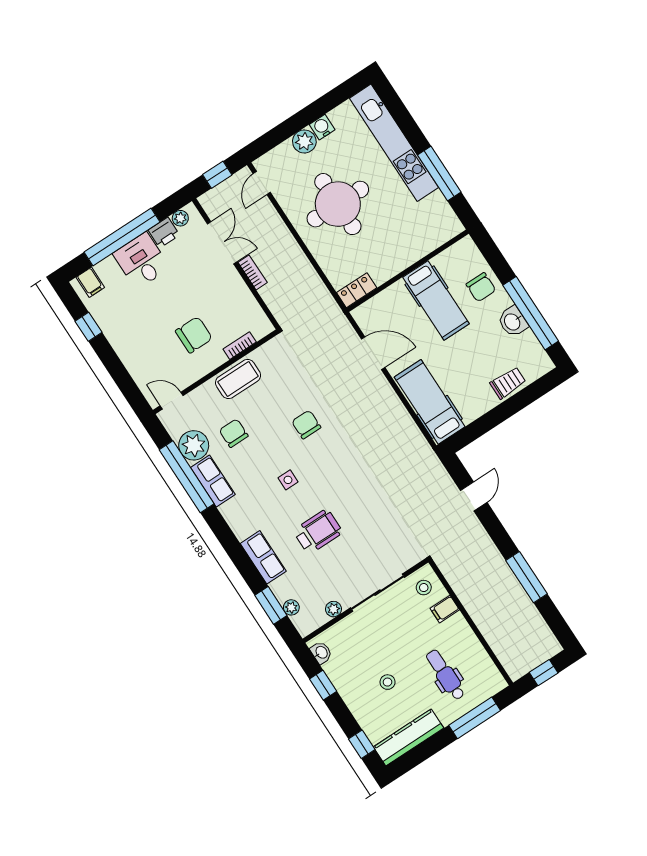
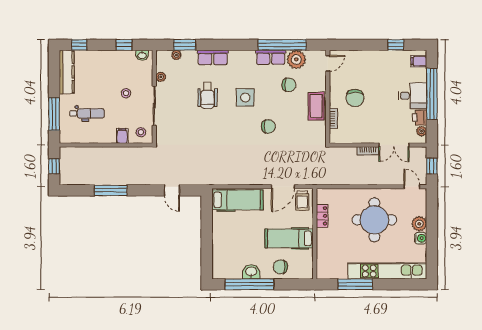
locker: (357, 290) -> (322, 216), moved
trolley: (508, 383) -> (302, 201), moved
side table: (288, 480) -> (245, 98), width x1.87, depth x1.87
stool: (388, 682) -> (126, 93), moved

